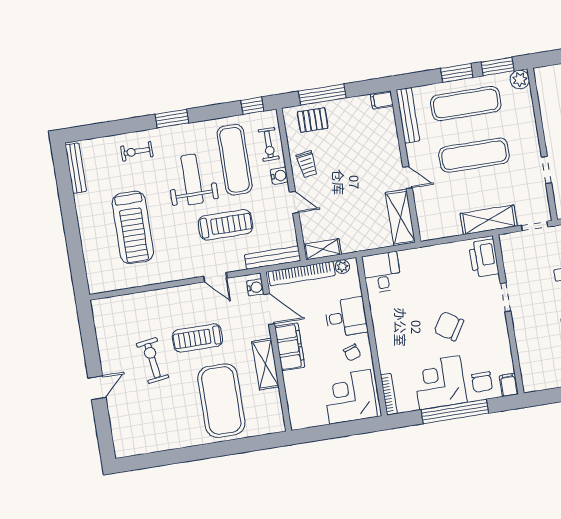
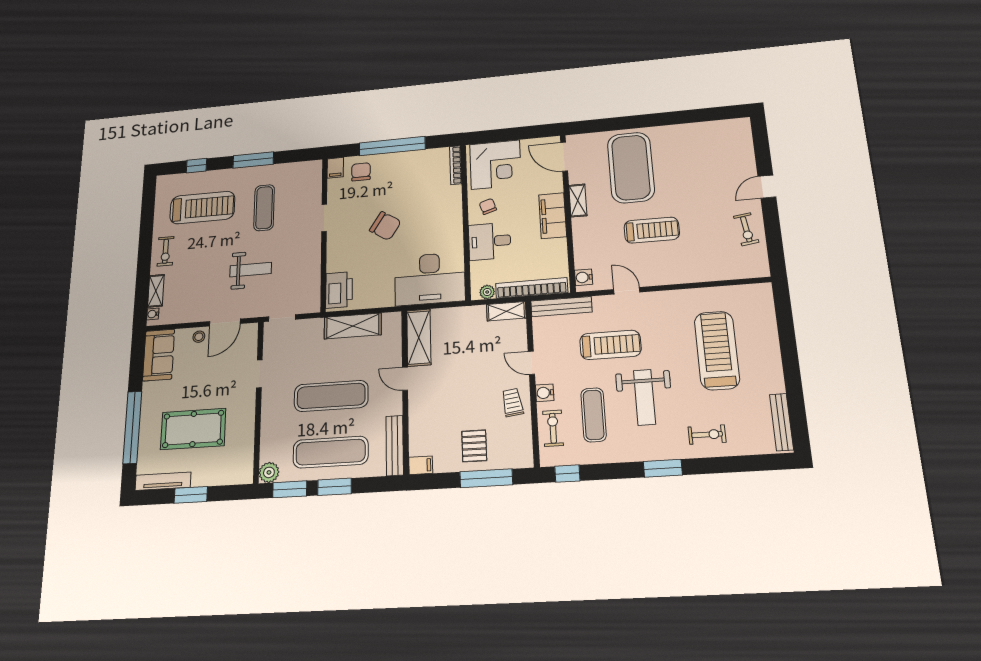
pallet: (313, 120) -> (474, 446), moved, turned 90
exercise mat: (235, 160) -> (594, 415), width x0.73, depth x0.69
shelving: (489, 220) -> (353, 326), moved
treadmill: (225, 225) -> (610, 345), turned 180
desk: (382, 272) -> (430, 279), width x1.87, depth x1.30
doorway: (506, 297) -> (324, 218), moved
door: (269, 309) -> (564, 157), moved
exercise bike: (153, 361) -> (746, 229), moved, width x0.73, depth x0.72
shelving: (265, 364) -> (578, 200), width x0.67, depth x0.75
corner desk: (440, 383) -> (403, 173), removed

